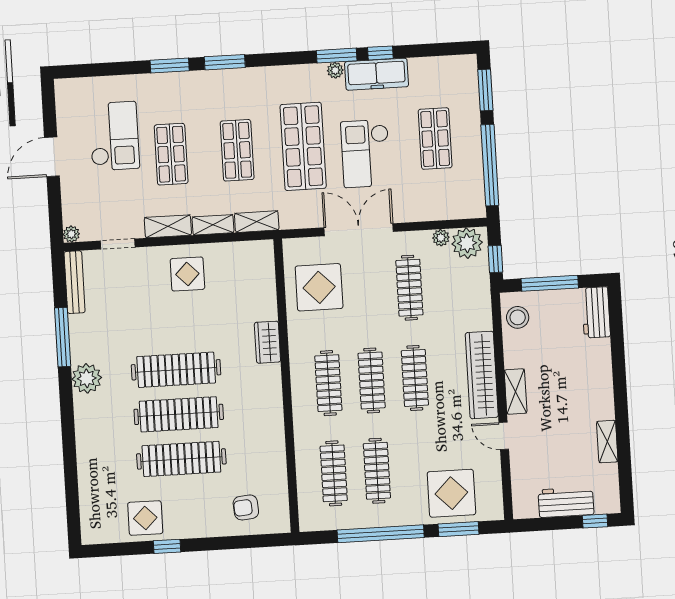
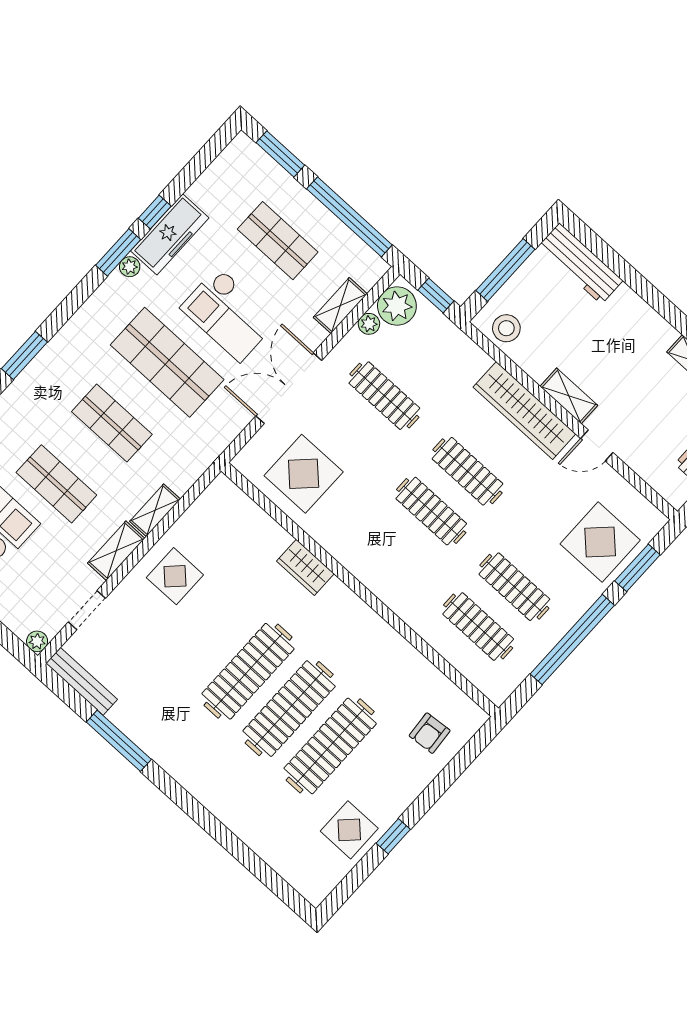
shelving: (257, 222) -> (340, 306), moved
workbench: (596, 312) -> (580, 264), width x1.37
plant: (87, 378) -> (176, 756), removed
clothes rail: (328, 383) -> (395, 551), removed

